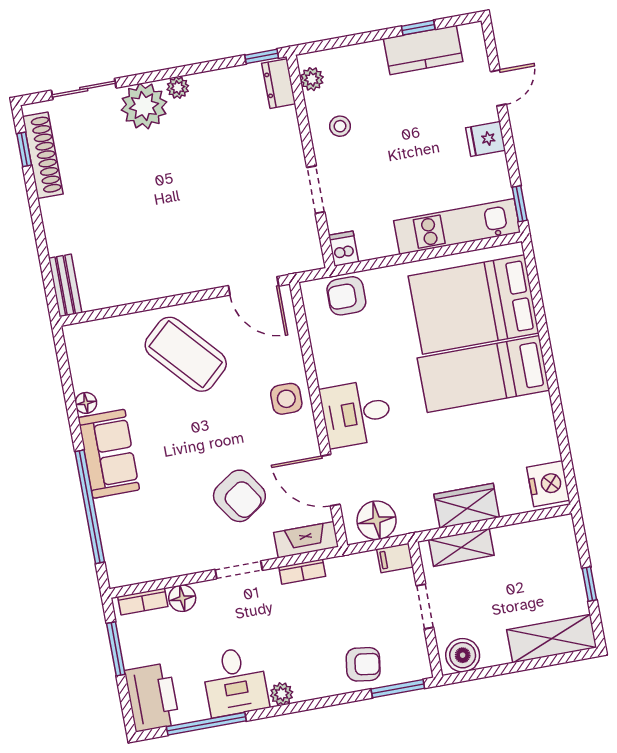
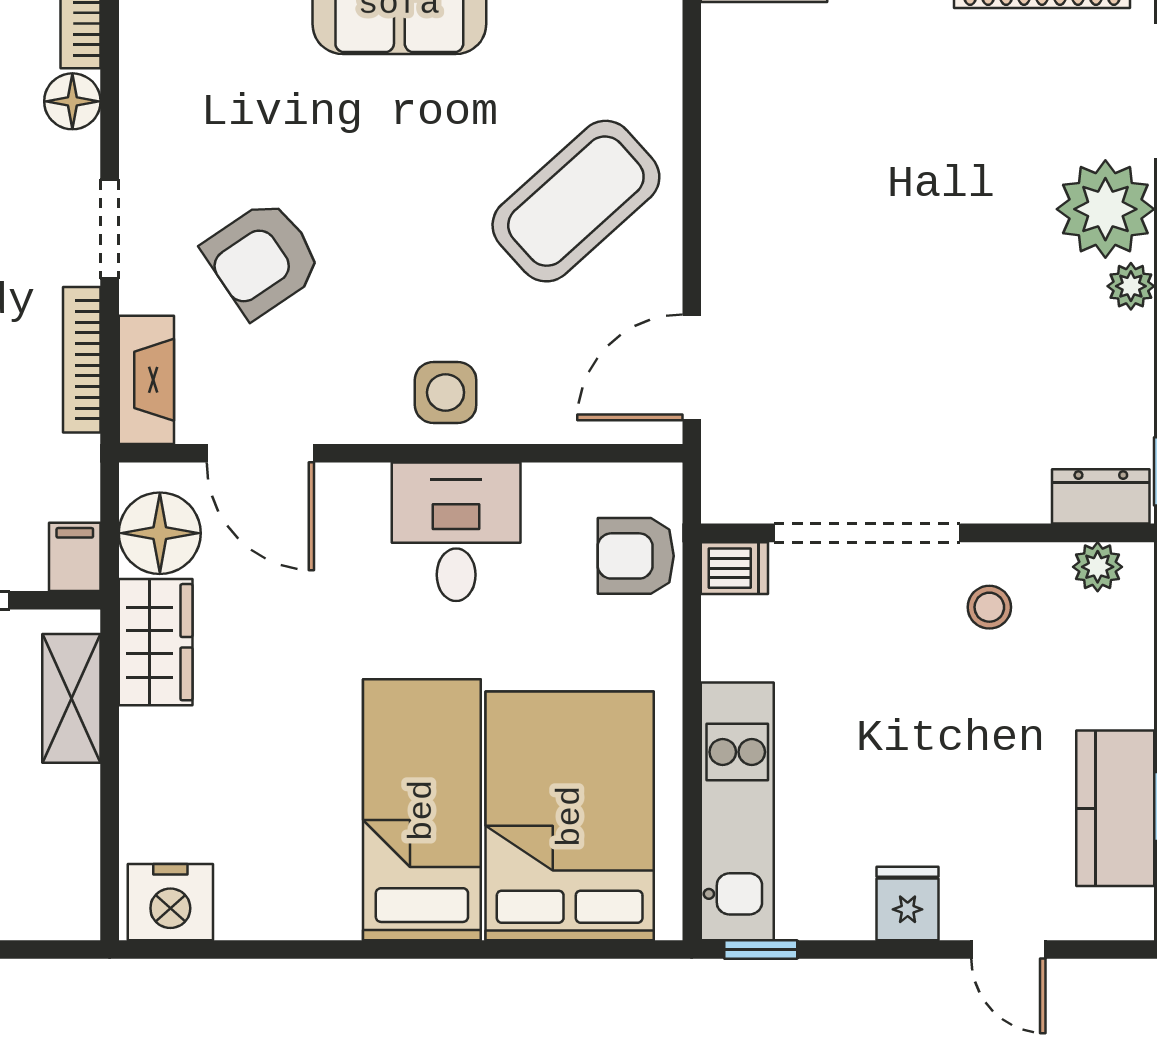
doorway: (316, 190) -> (867, 533), width x1.87
armchair: (346, 296) -> (636, 556), turned -90
desk: (356, 413) -> (456, 532), moved
door: (331, 480) -> (260, 453), swing flipped
wardrobe: (467, 506) -> (156, 642), moved
bookcase: (302, 572) -> (82, 360), width x1.56

